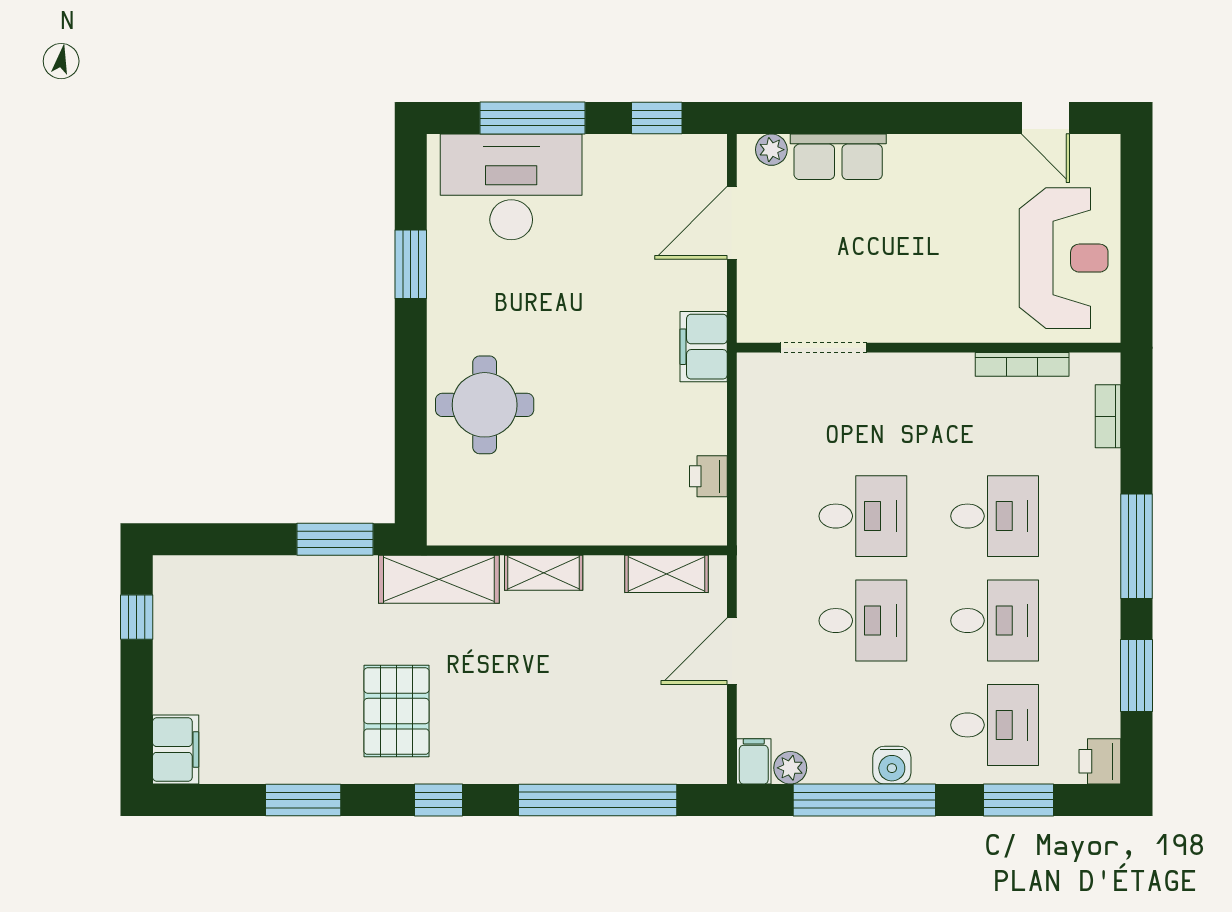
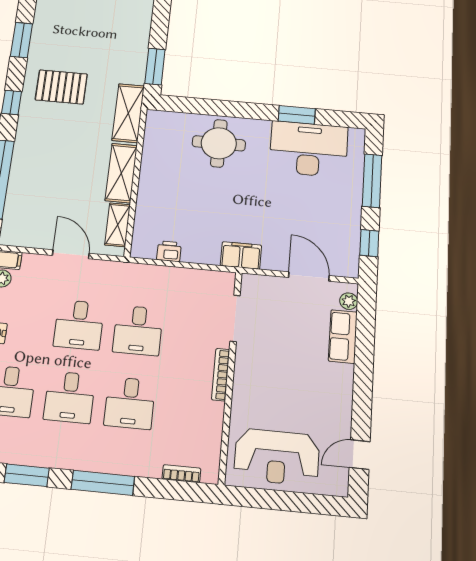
desk: (511, 187) -> (309, 149), moved, turned -90
bookcase: (1022, 364) -> (221, 375), moved
shelving: (544, 573) -> (121, 173), width x1.50, depth x1.33

